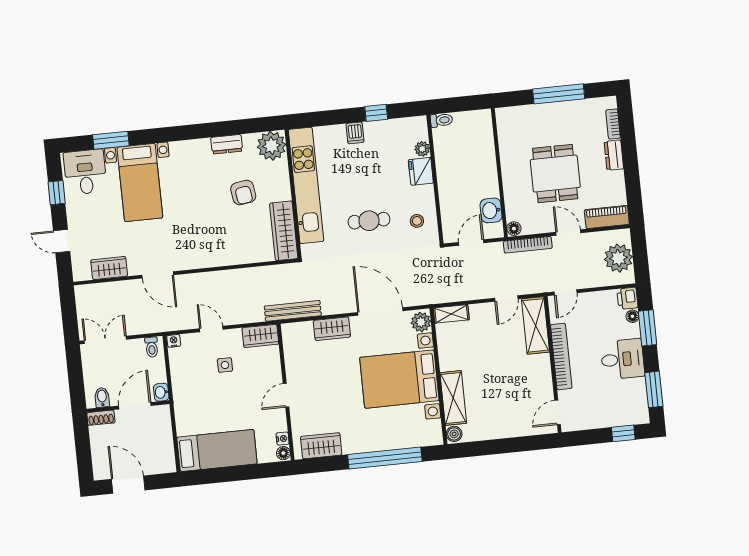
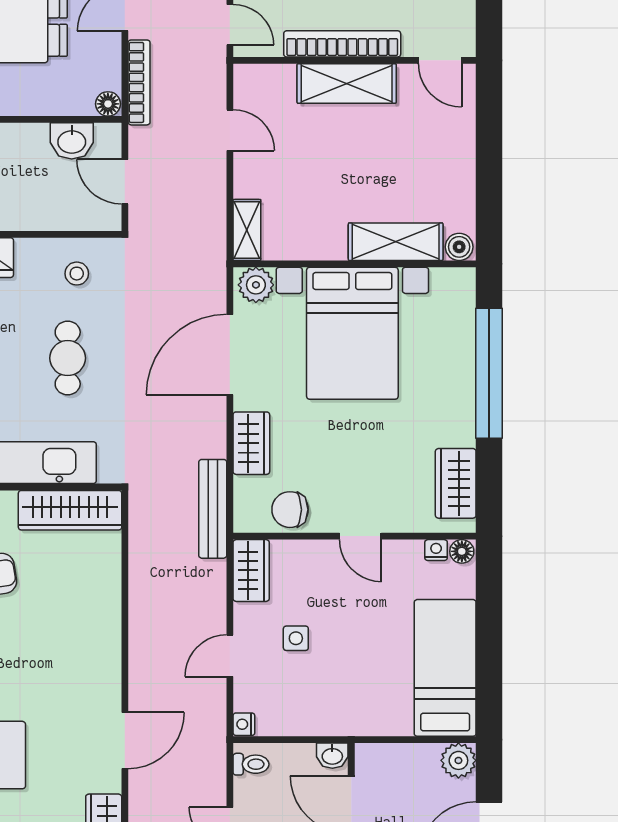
shelving: (536, 325) -> (347, 83), moved
chair: (297, 354) -> (290, 510), added
plant: (166, 463) -> (458, 760), added

